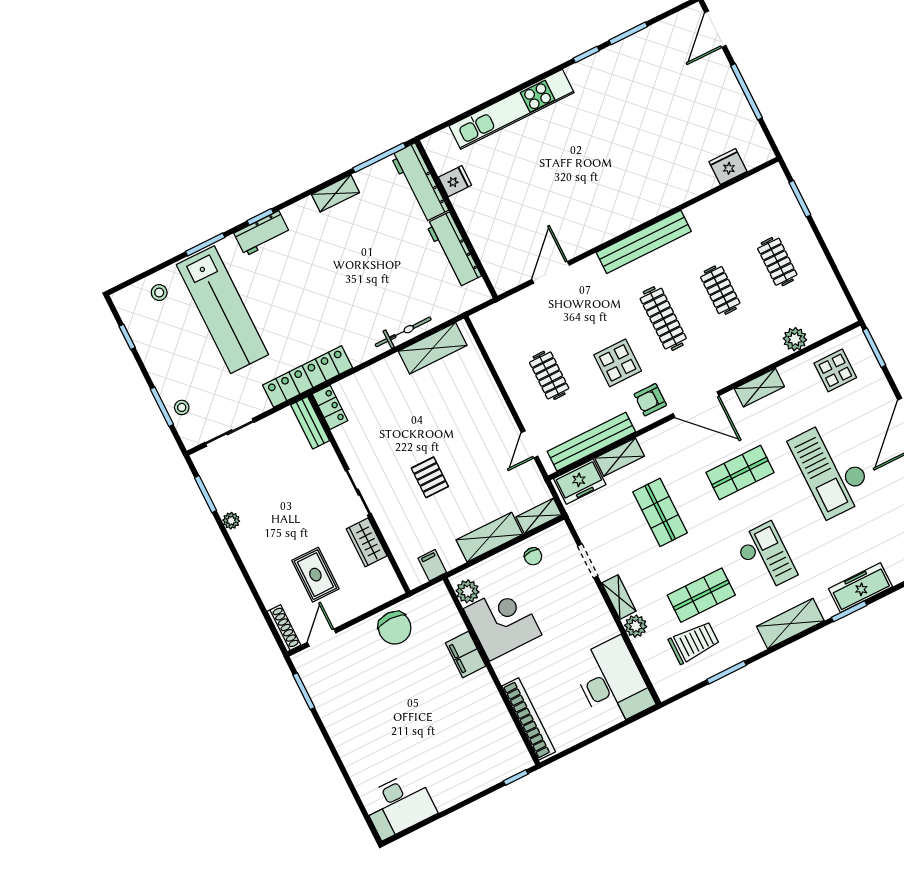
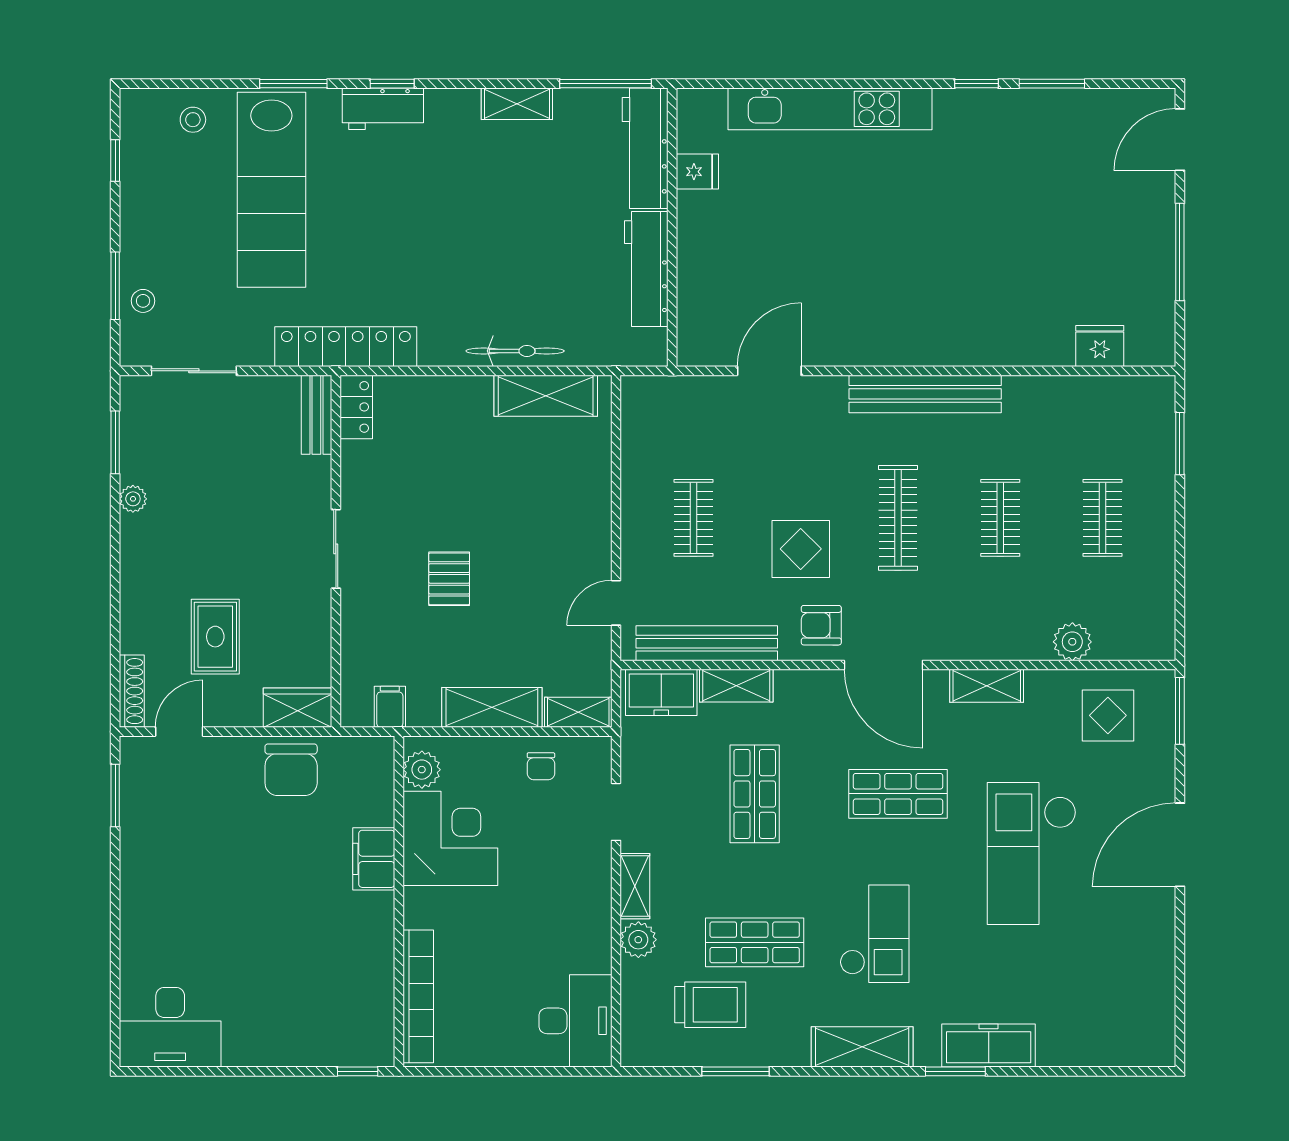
wardrobe: (367, 542) -> (298, 708), moved, turned 90
desk: (612, 682) -> (575, 1021), width x0.73, depth x0.77

